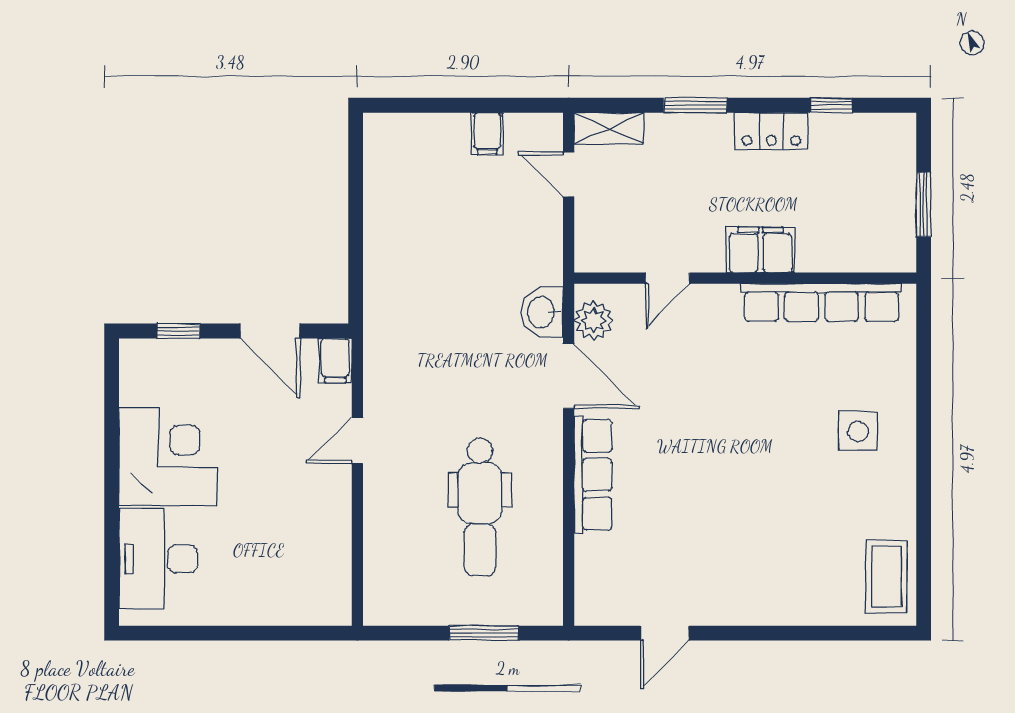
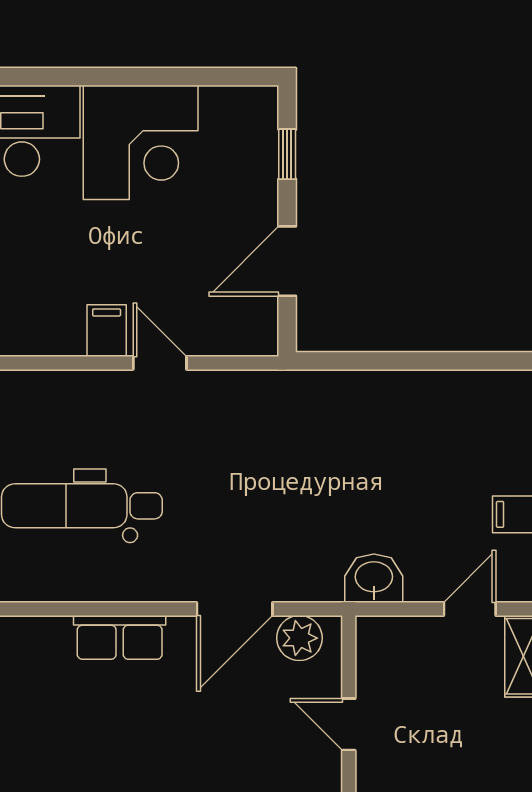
washbasin: (542, 312) -> (374, 578), moved
filing cabinet: (335, 361) -> (107, 331), moved, turned 90
row of seats: (593, 475) -> (120, 637), width x0.68

